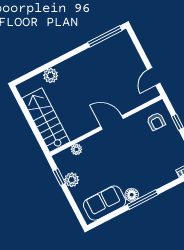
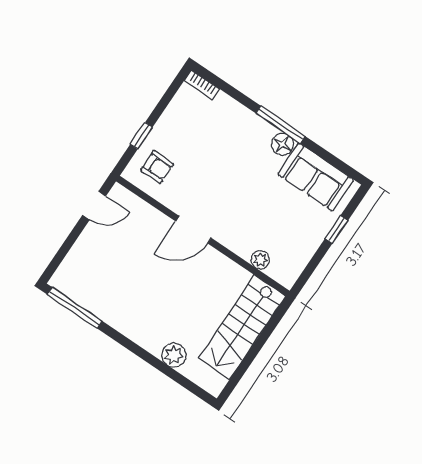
armchair: (156, 121) -> (157, 167), turned 90
door: (112, 123) -> (193, 230), hinge flipped
window: (59, 177) -> (336, 229), moved
plant: (72, 180) -> (308, 243), removed

